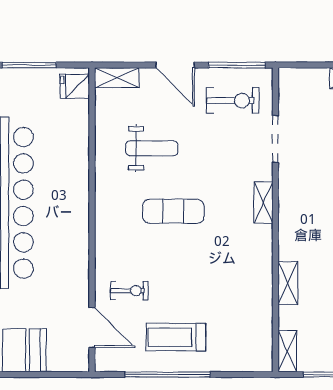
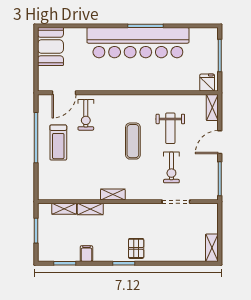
exercise bike: (233, 101) -> (171, 167), moved
shelving: (263, 203) -> (113, 195), moved
exercise bike: (129, 291) -> (86, 115), width x1.38, depth x1.39
treadmill: (176, 337) -> (58, 143), turned 180
shelving: (287, 351) -> (64, 209), moved

